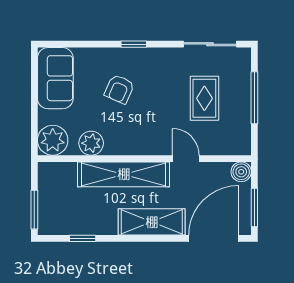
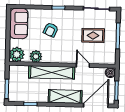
rug: (204, 98) -> (93, 35), turned 90

